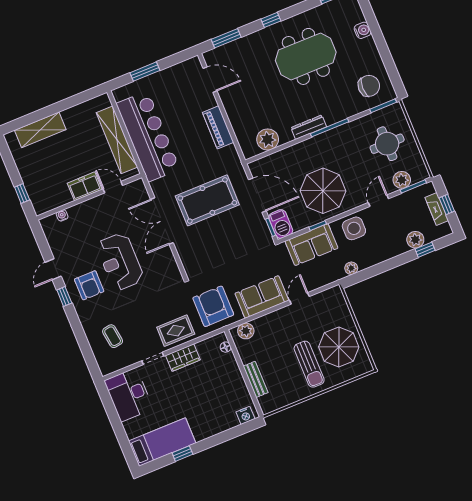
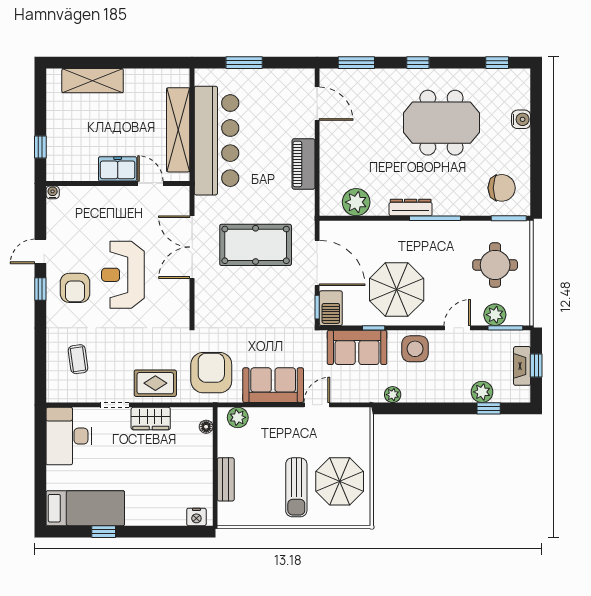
water cooler: (62, 215) -> (53, 192), moved

